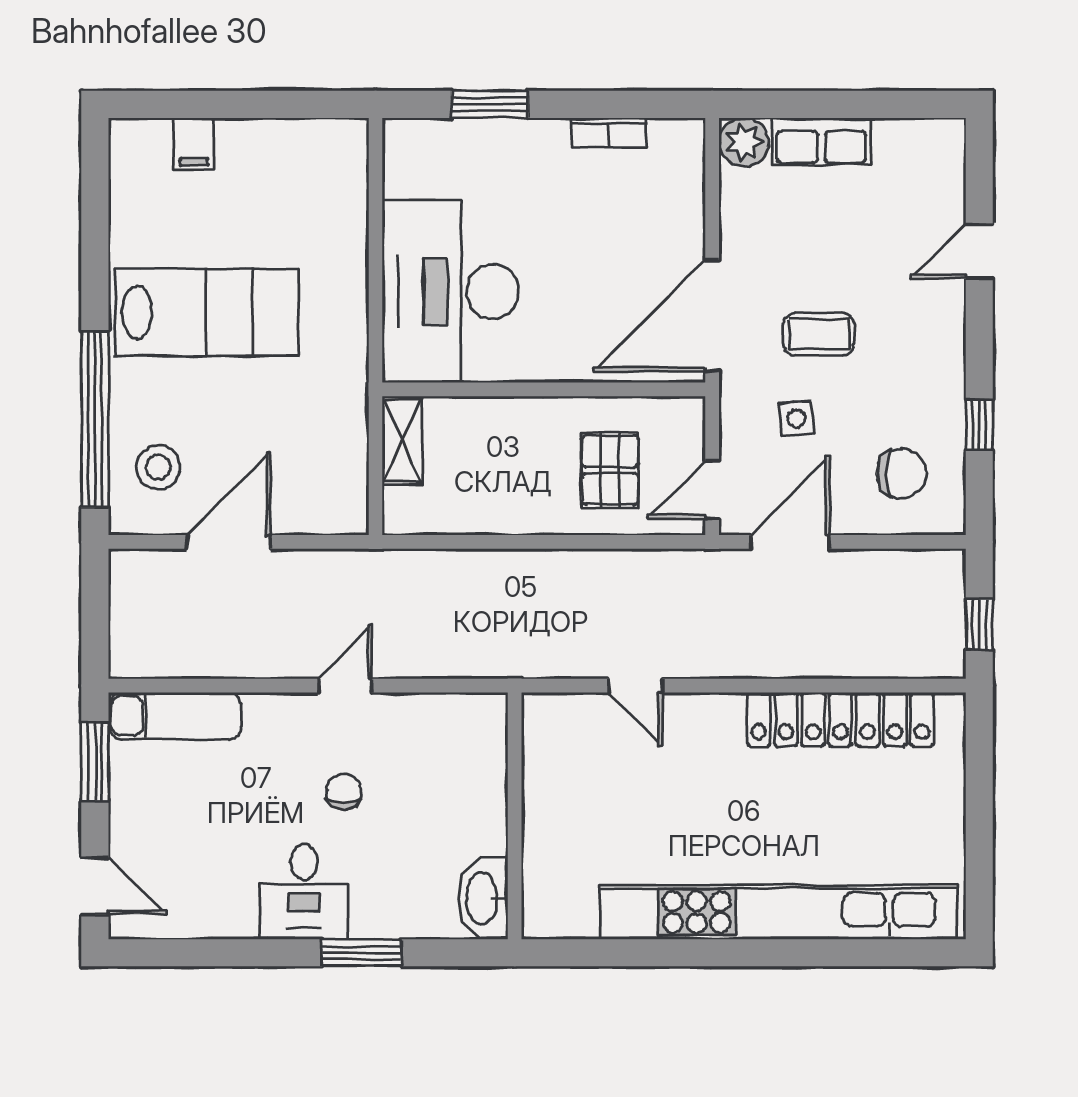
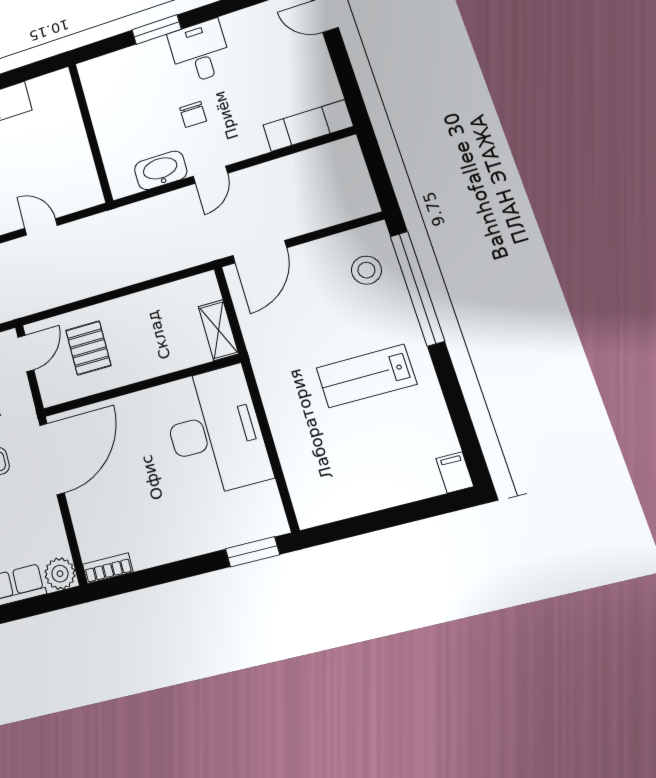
window: (490, 104) -> (252, 552), moved
bookcase: (609, 133) -> (108, 568), moved
filing cabinet: (194, 144) -> (455, 472), moved
lab bench: (207, 312) -> (366, 376), width x0.73, depth x0.72
door: (229, 542) -> (260, 252), moved
window: (95, 761) -> (349, 84), removed
washbasin: (483, 898) -> (161, 170), moved, turned -90

